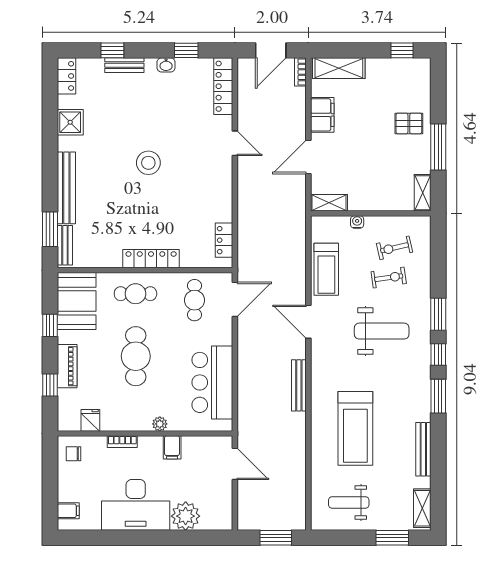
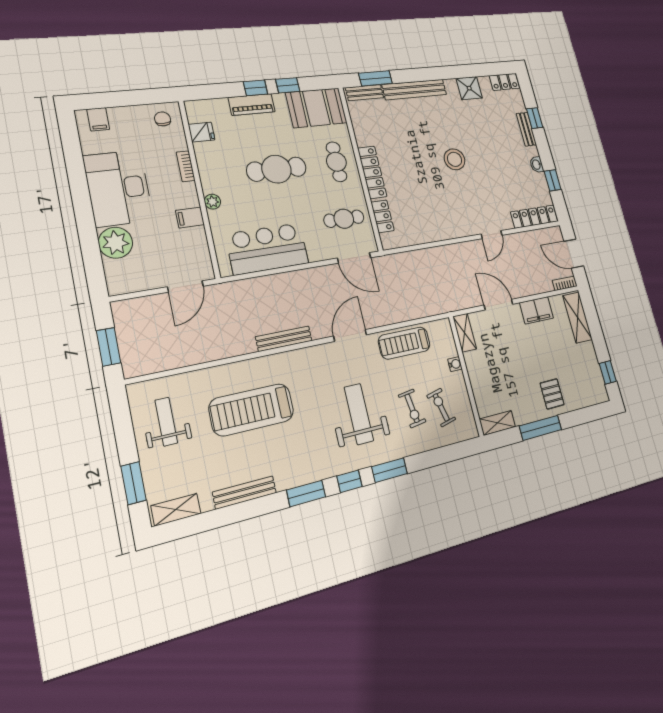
locker: (224, 240) -> (382, 216), moved, turned 90
weight bench: (382, 331) -> (359, 414), turned 180
window: (50, 385) -> (255, 88), moved

